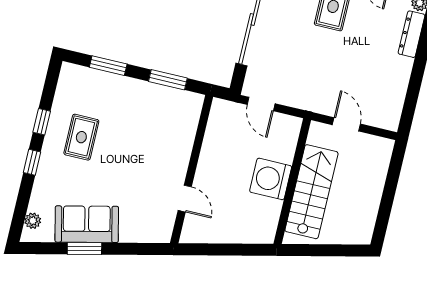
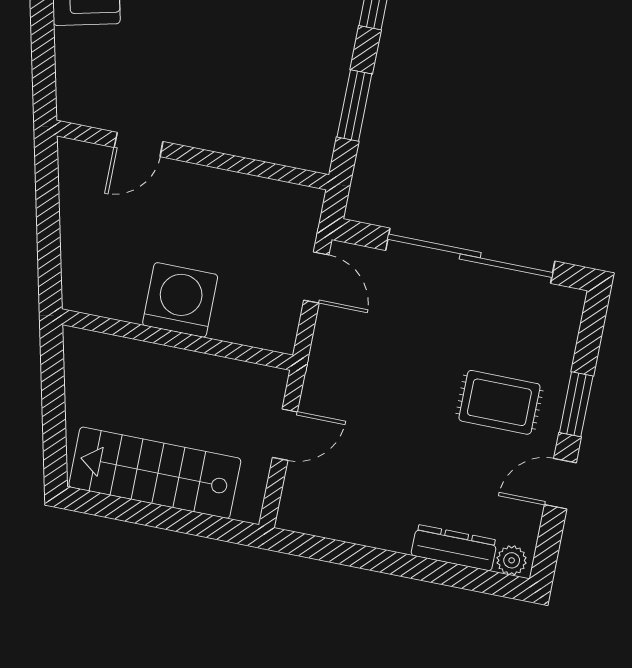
door: (261, 104) -> (316, 278), swing flipped
stairs: (311, 192) -> (155, 473), moved, turned 180

